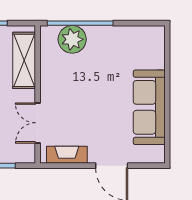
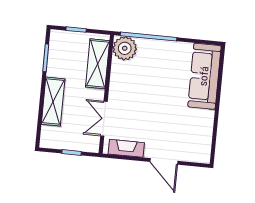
plant: (72, 39) -> (125, 48), moved
sofa: (149, 107) -> (204, 76), moved

